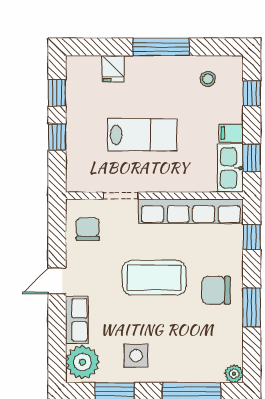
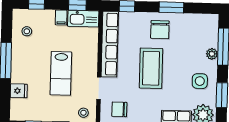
lab bench: (142, 135) -> (61, 73), turned 180
stool: (81, 172) -> (83, 113), added
plant: (234, 374) -> (212, 54), moved

